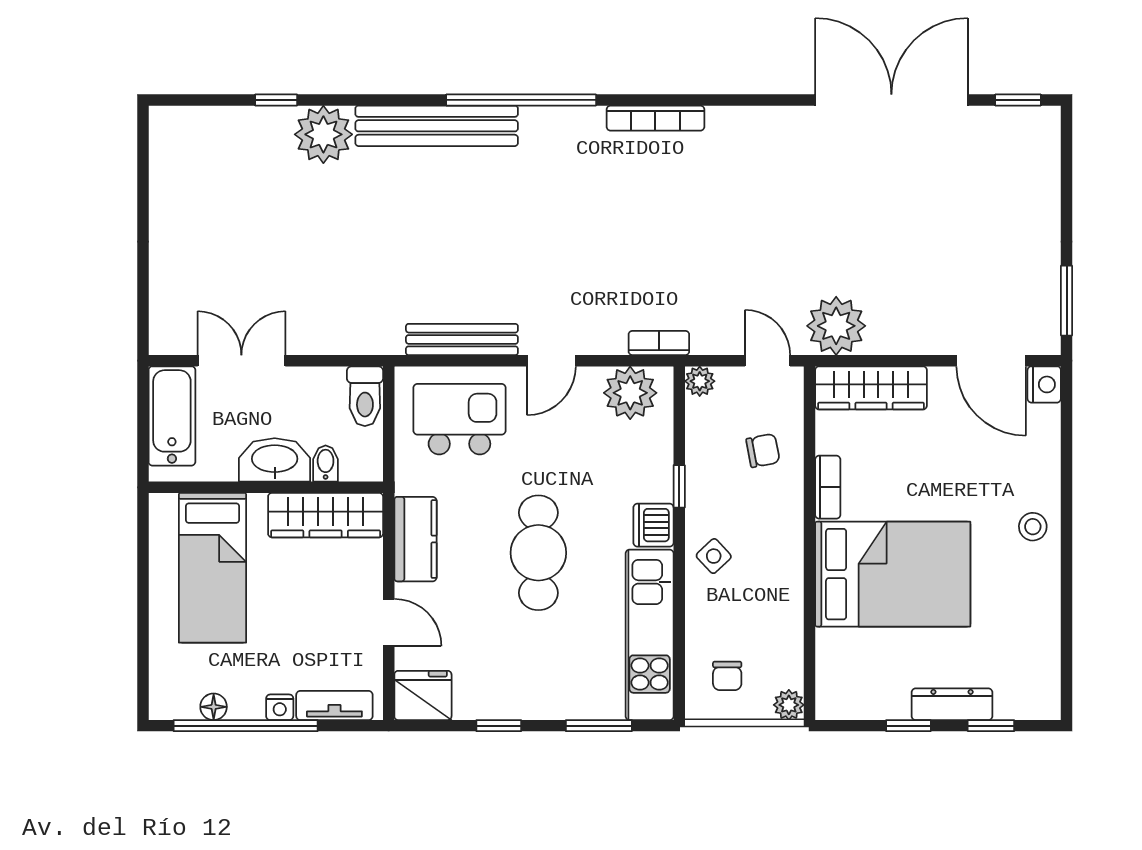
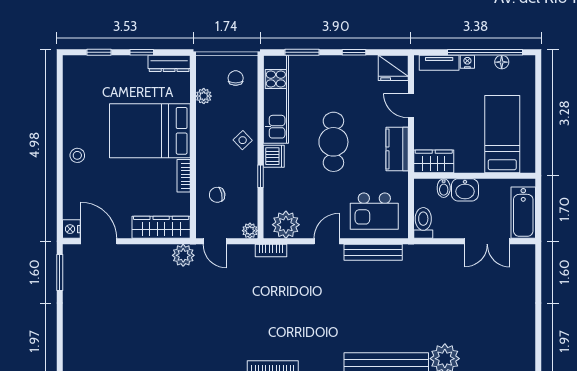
plant: (836, 326) -> (183, 255), width x0.73, depth x0.73
washbasin: (275, 460) -> (465, 190), width x0.72
wardrobe: (326, 515) -> (434, 161), width x0.67
dresser: (952, 704) -> (169, 63), moved
plant: (789, 705) -> (204, 96), moved

